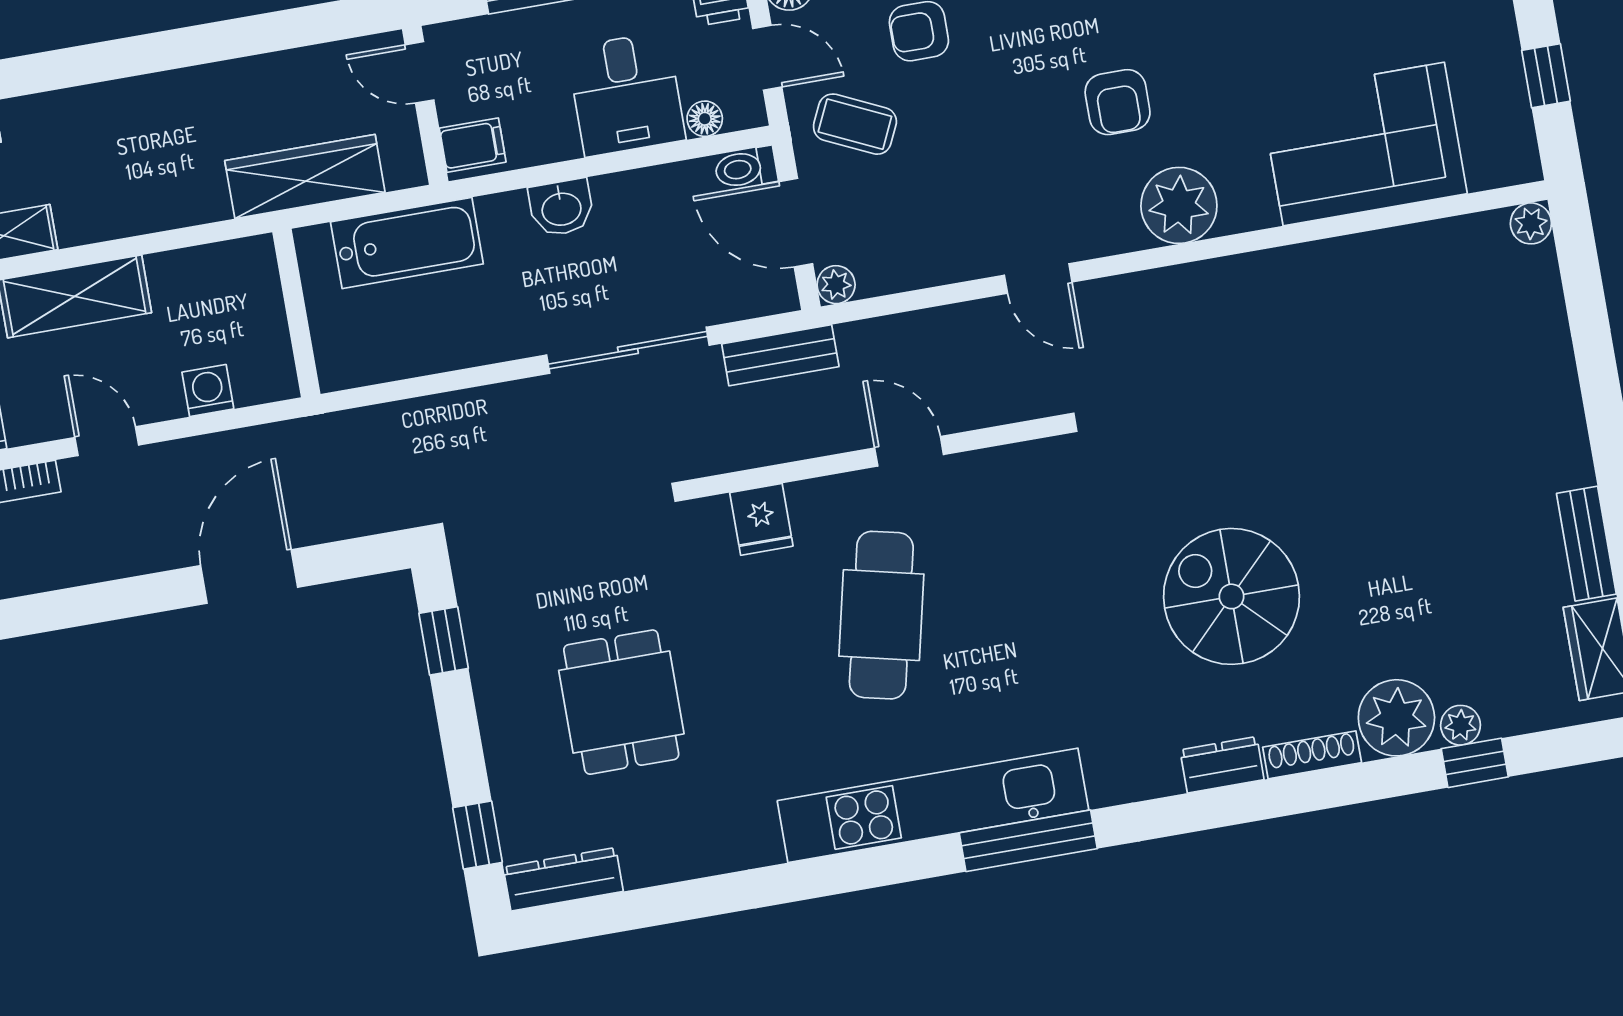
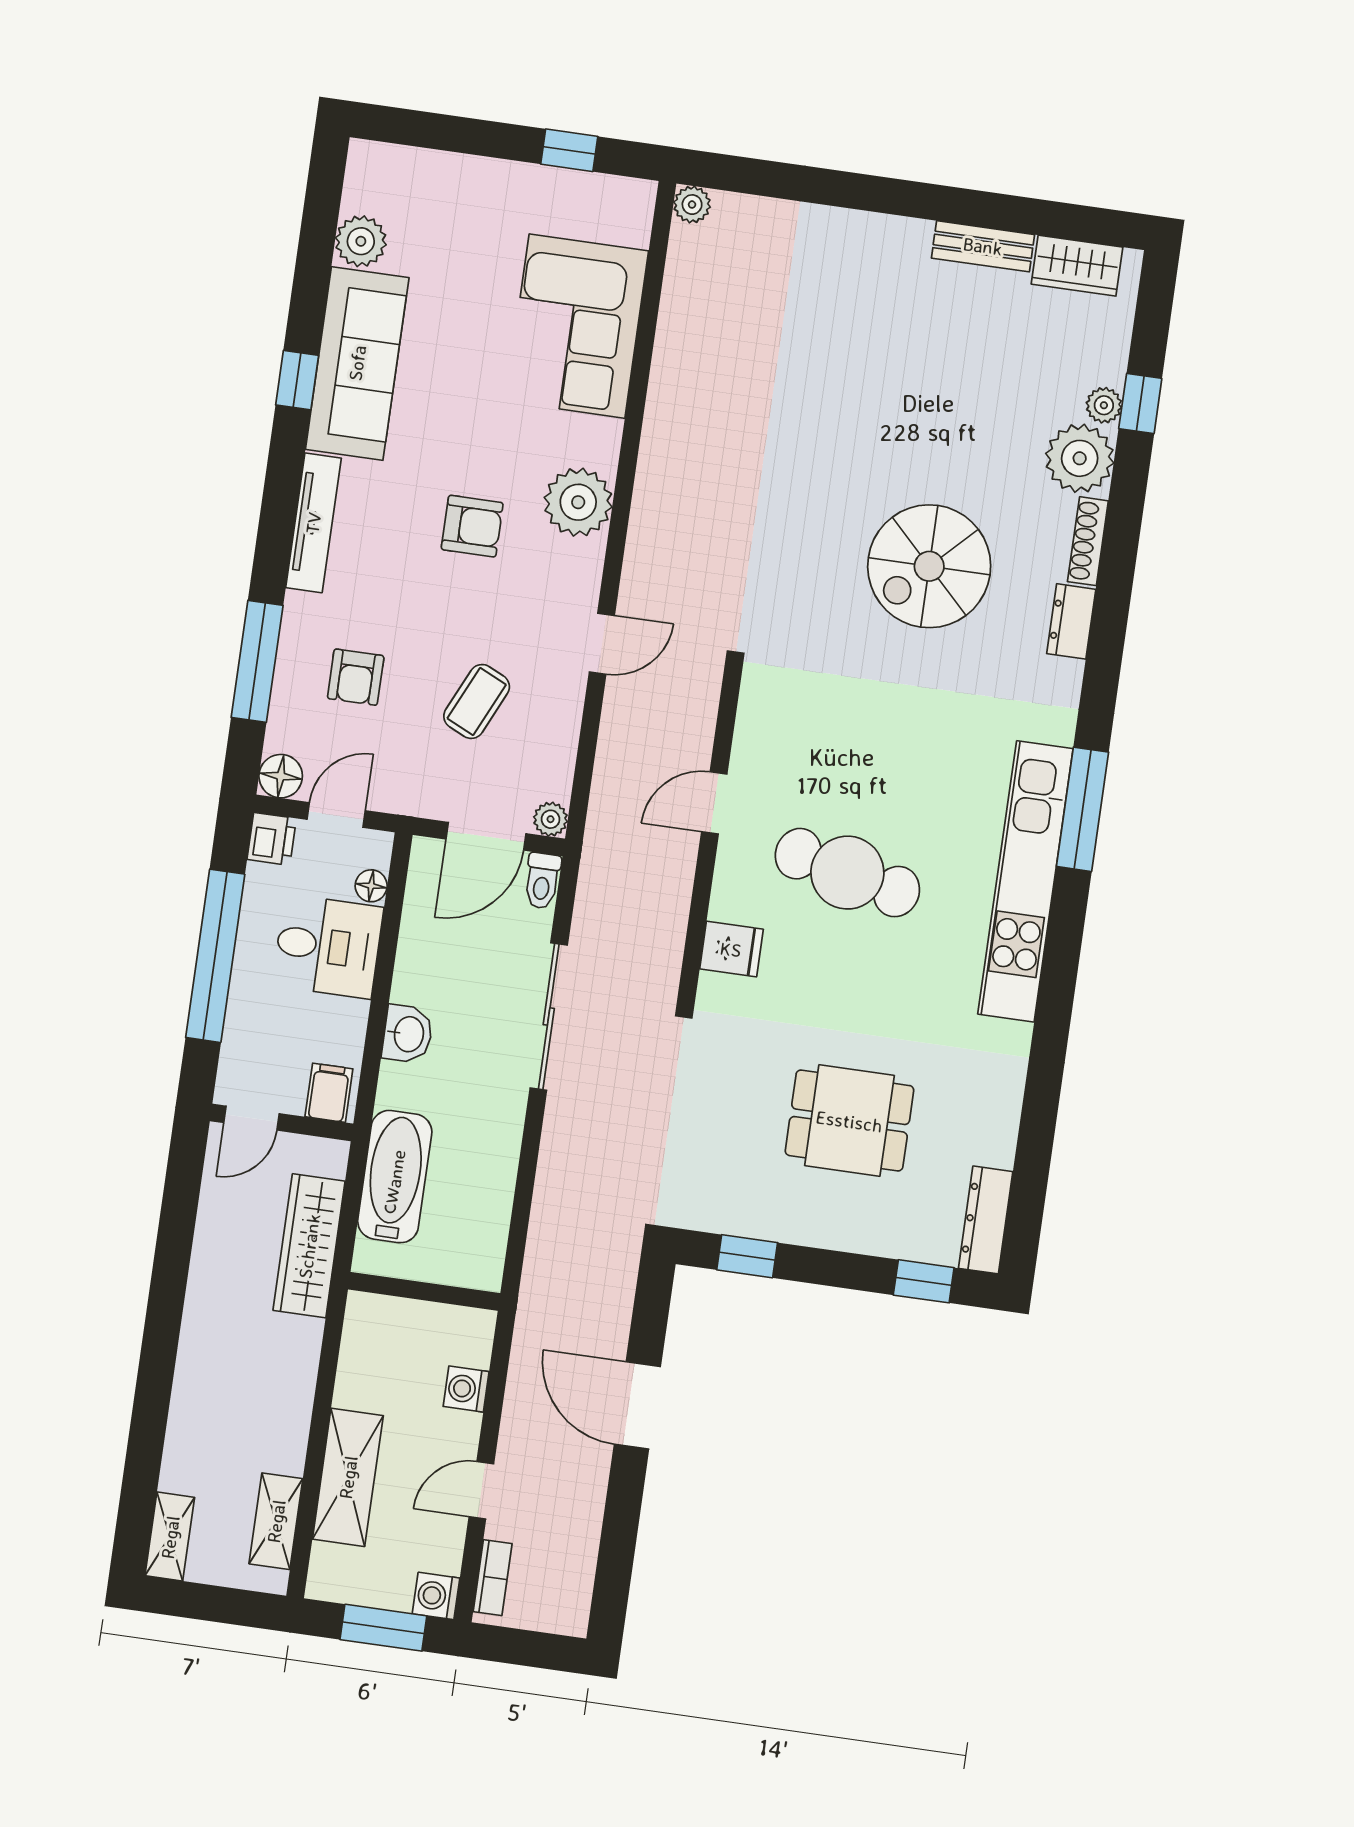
coffee table: (855, 124) -> (477, 701), moved
toilet: (746, 168) -> (542, 881), moved
bench: (780, 355) -> (596, 887), removed

